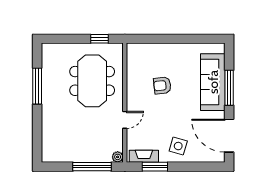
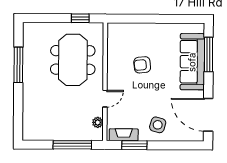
window: (229, 88) -> (209, 55), moved
plant: (118, 157) -> (98, 122), moved

